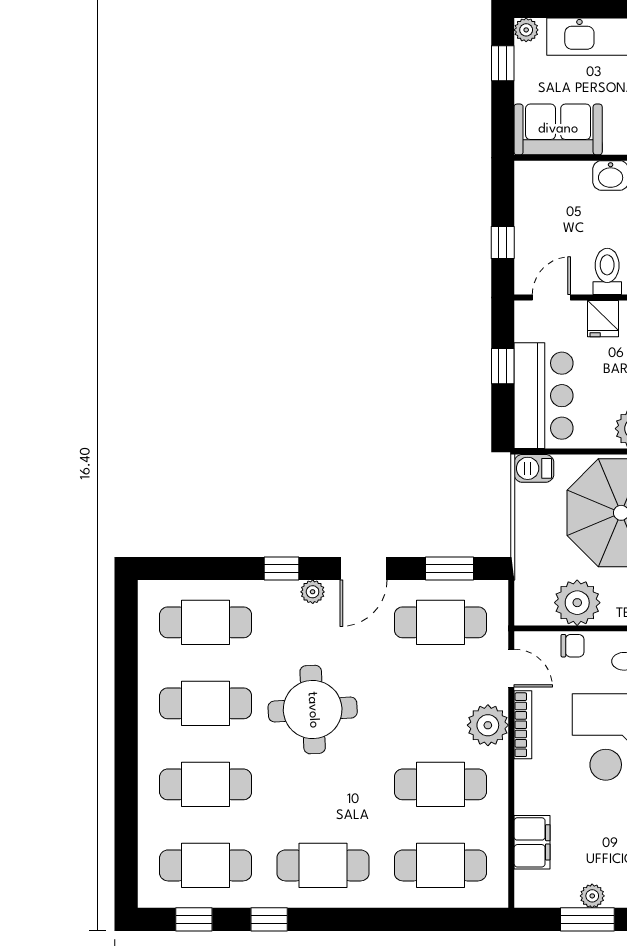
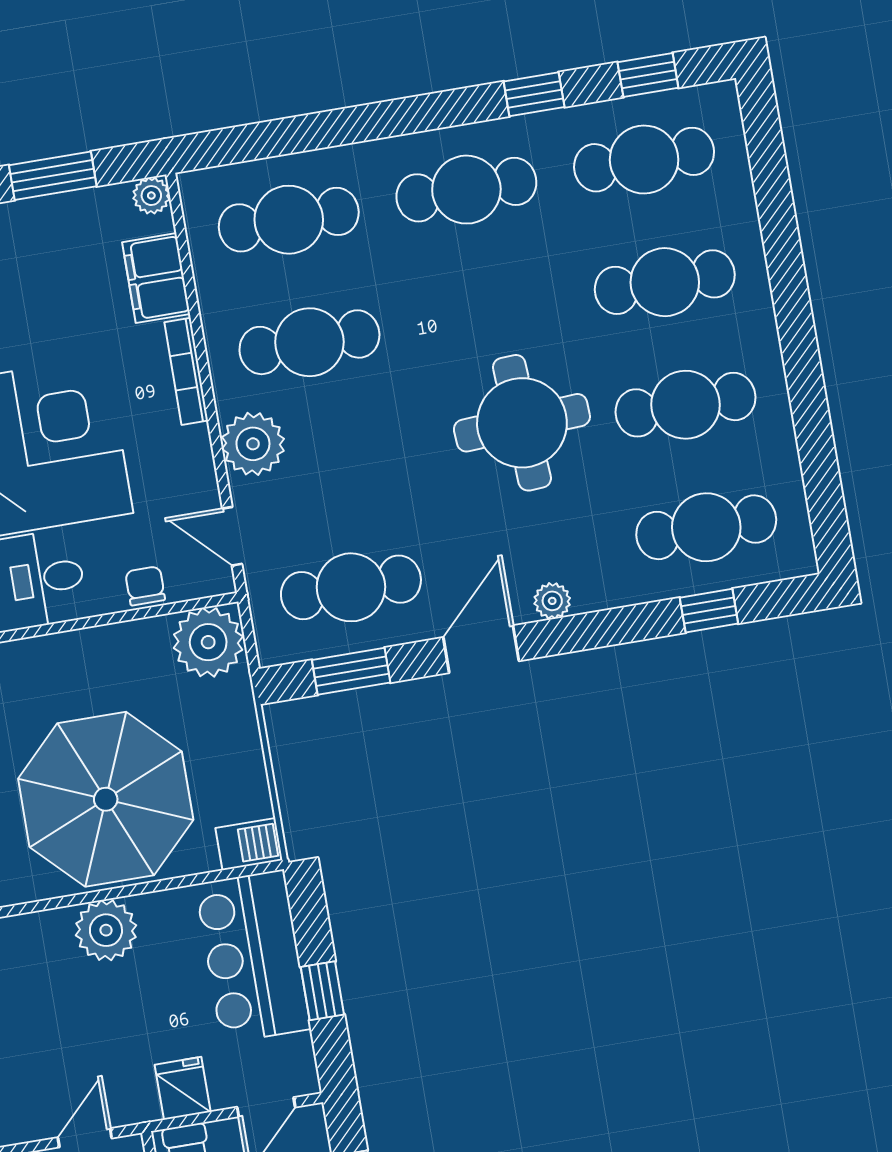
window: (281, 568) -> (709, 611), moved
plant: (577, 603) -> (208, 642), moved
chair: (573, 646) -> (145, 586), turned 90
bookcase: (523, 725) -> (186, 371), moved
plant: (592, 896) -> (151, 196), moved

